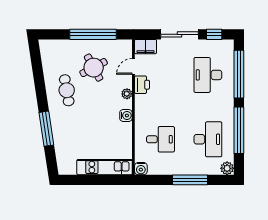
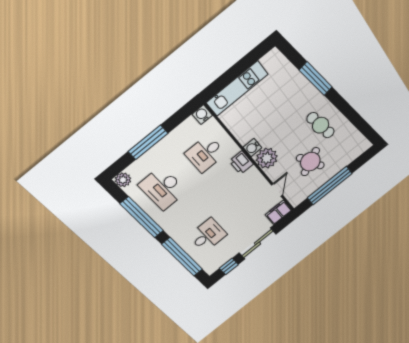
desk: (208, 75) -> (208, 235), width x0.73
printer: (142, 85) -> (241, 163), moved
plant: (127, 94) -> (267, 158), width x1.88, depth x1.88

